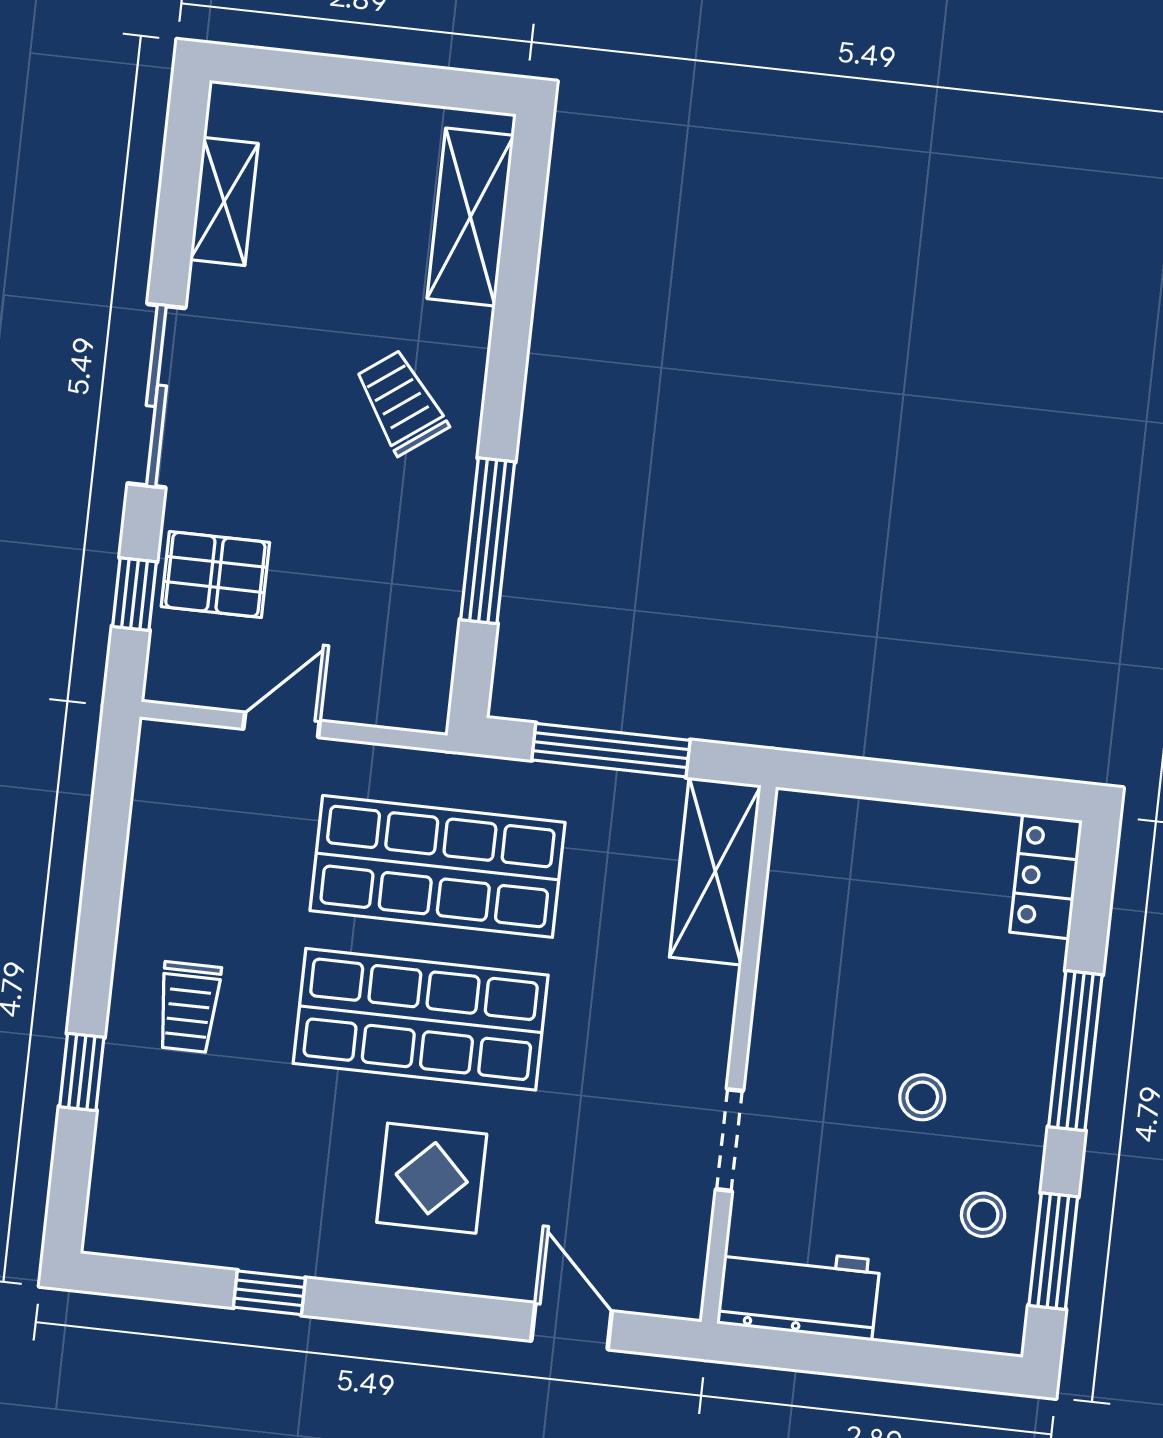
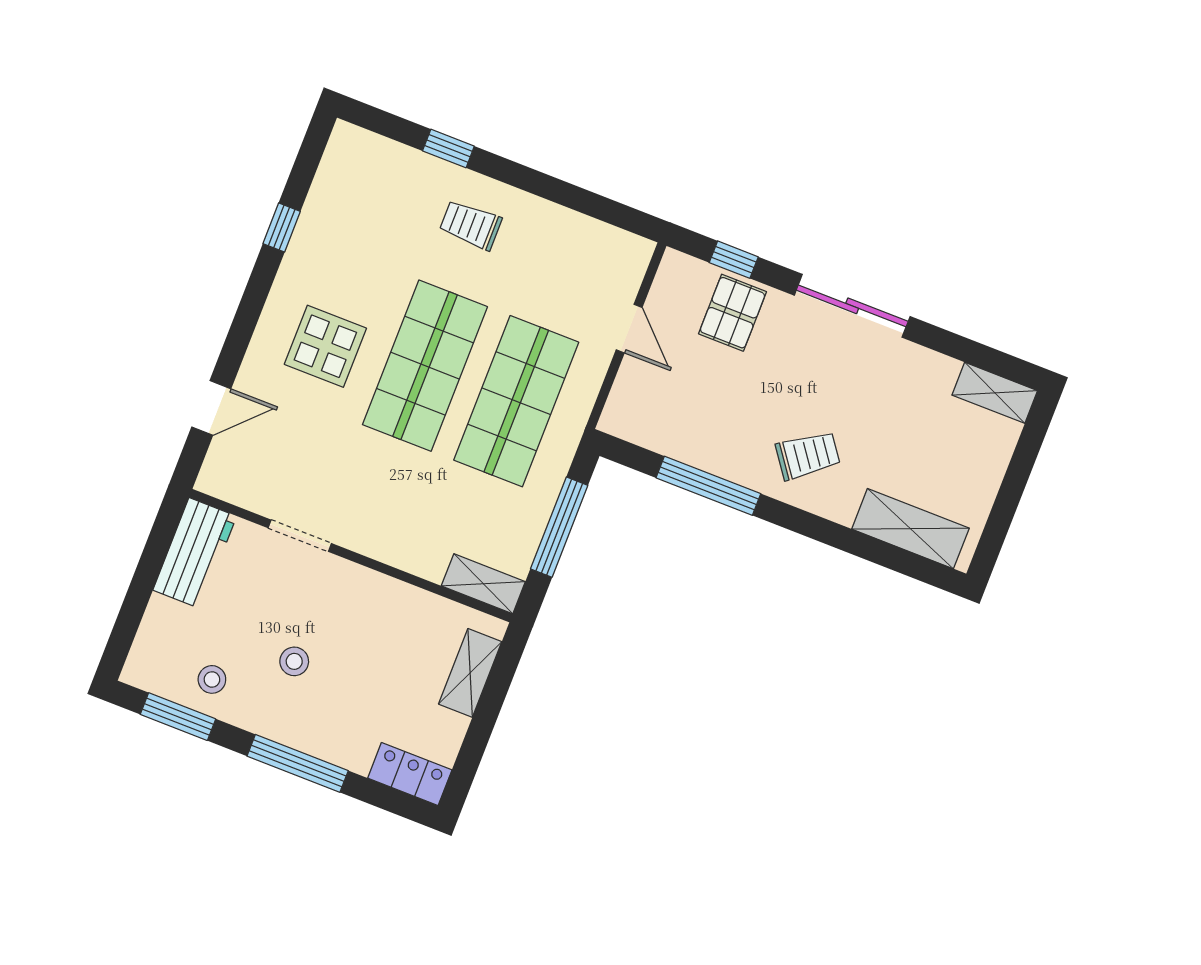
shelving: (224, 202) -> (995, 393), moved
shelving: (868, 826) -> (470, 673), added
shelving: (715, 871) -> (483, 584), width x0.67, depth x0.75

